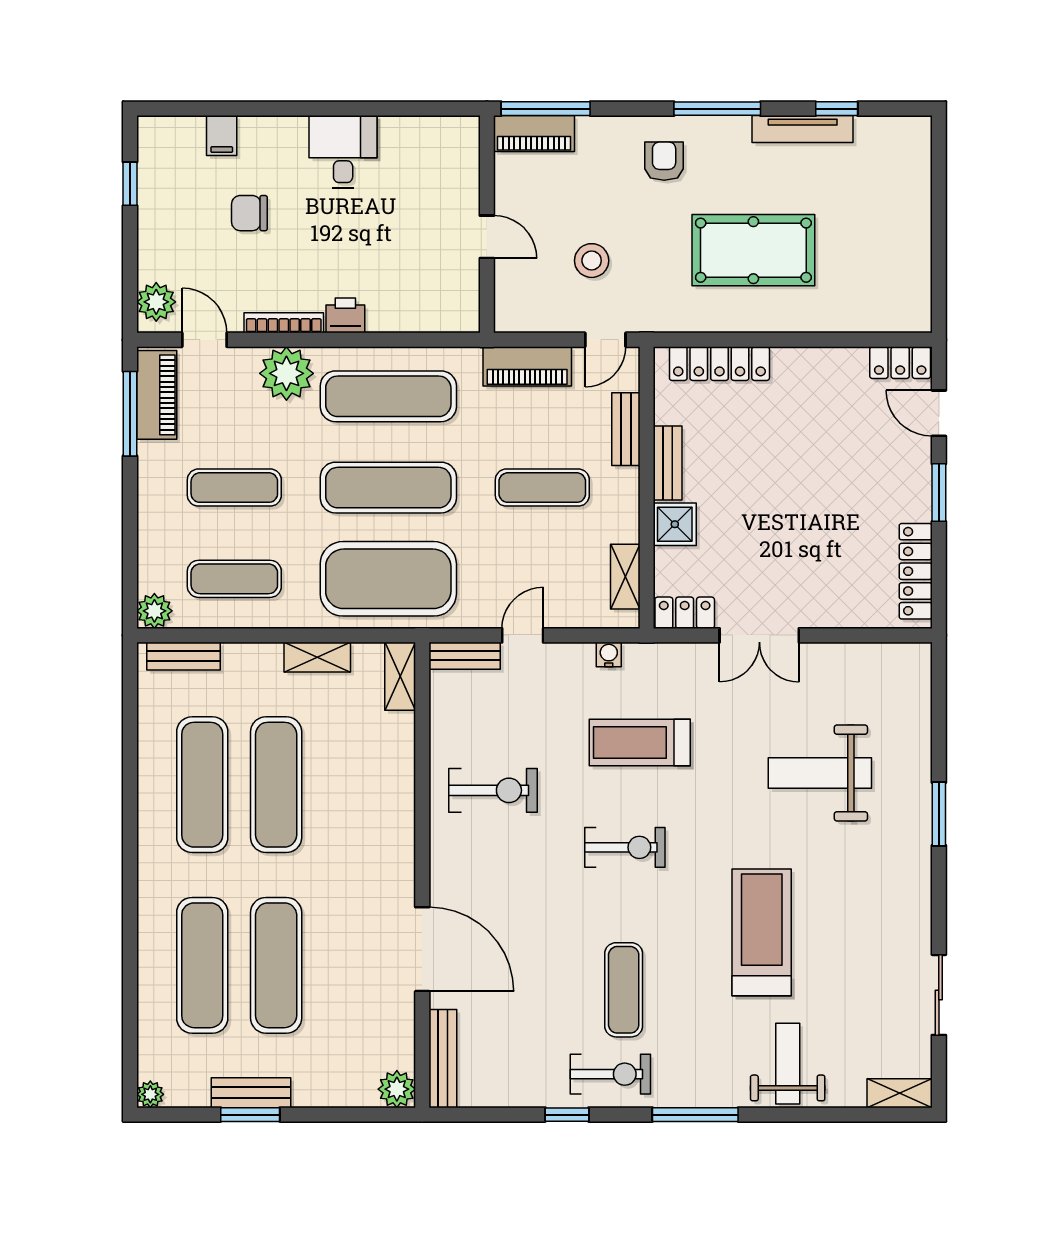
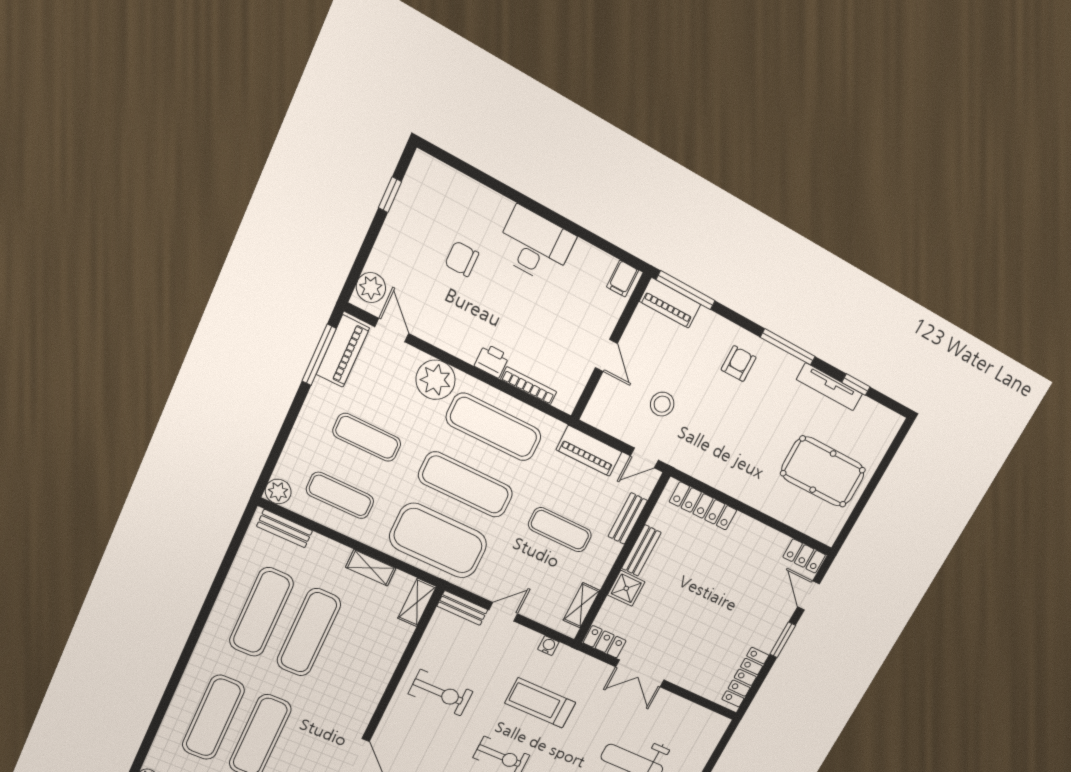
filing cabinet: (222, 135) -> (623, 279), moved
desk: (343, 152) -> (535, 245), width x1.37
pool table: (753, 250) -> (823, 472), moved
bookcase: (284, 323) -> (529, 386), moved

